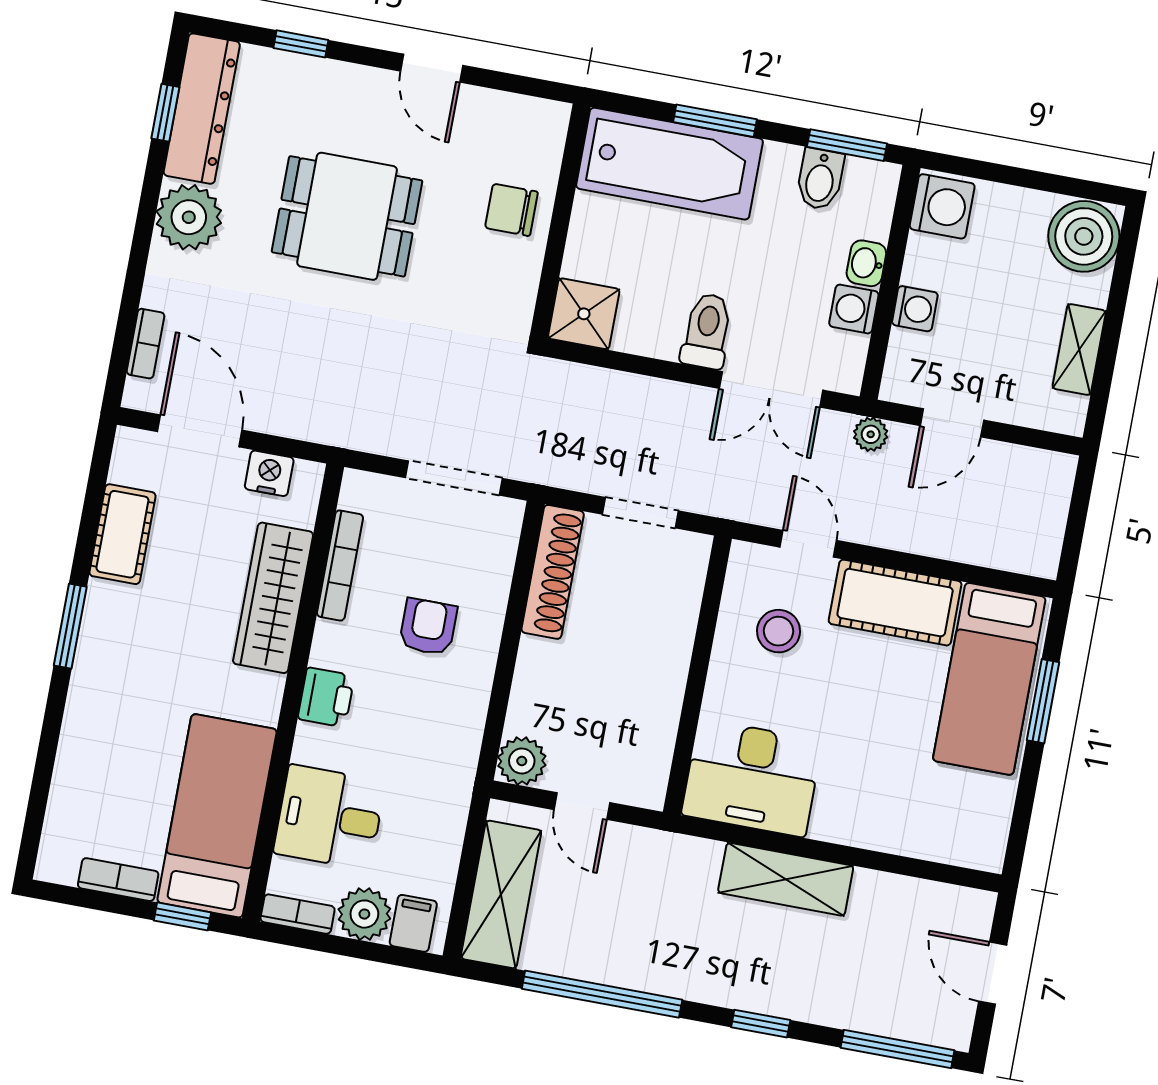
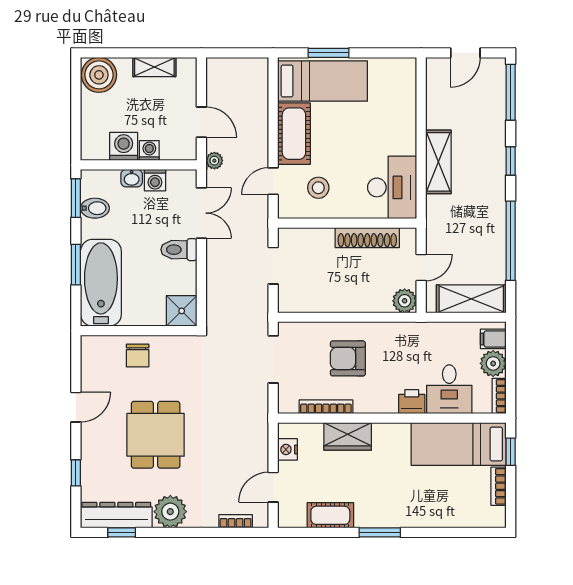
washing machine: (942, 206) -> (124, 146), moved
door: (200, 431) -> (273, 487), width x0.73
shoe rack: (553, 572) -> (367, 238), moved, turned 180
wardrobe: (273, 598) -> (348, 436), width x0.67
armchair: (428, 627) -> (348, 358), width x1.38, depth x1.38
printer: (326, 697) -> (412, 402), moved

